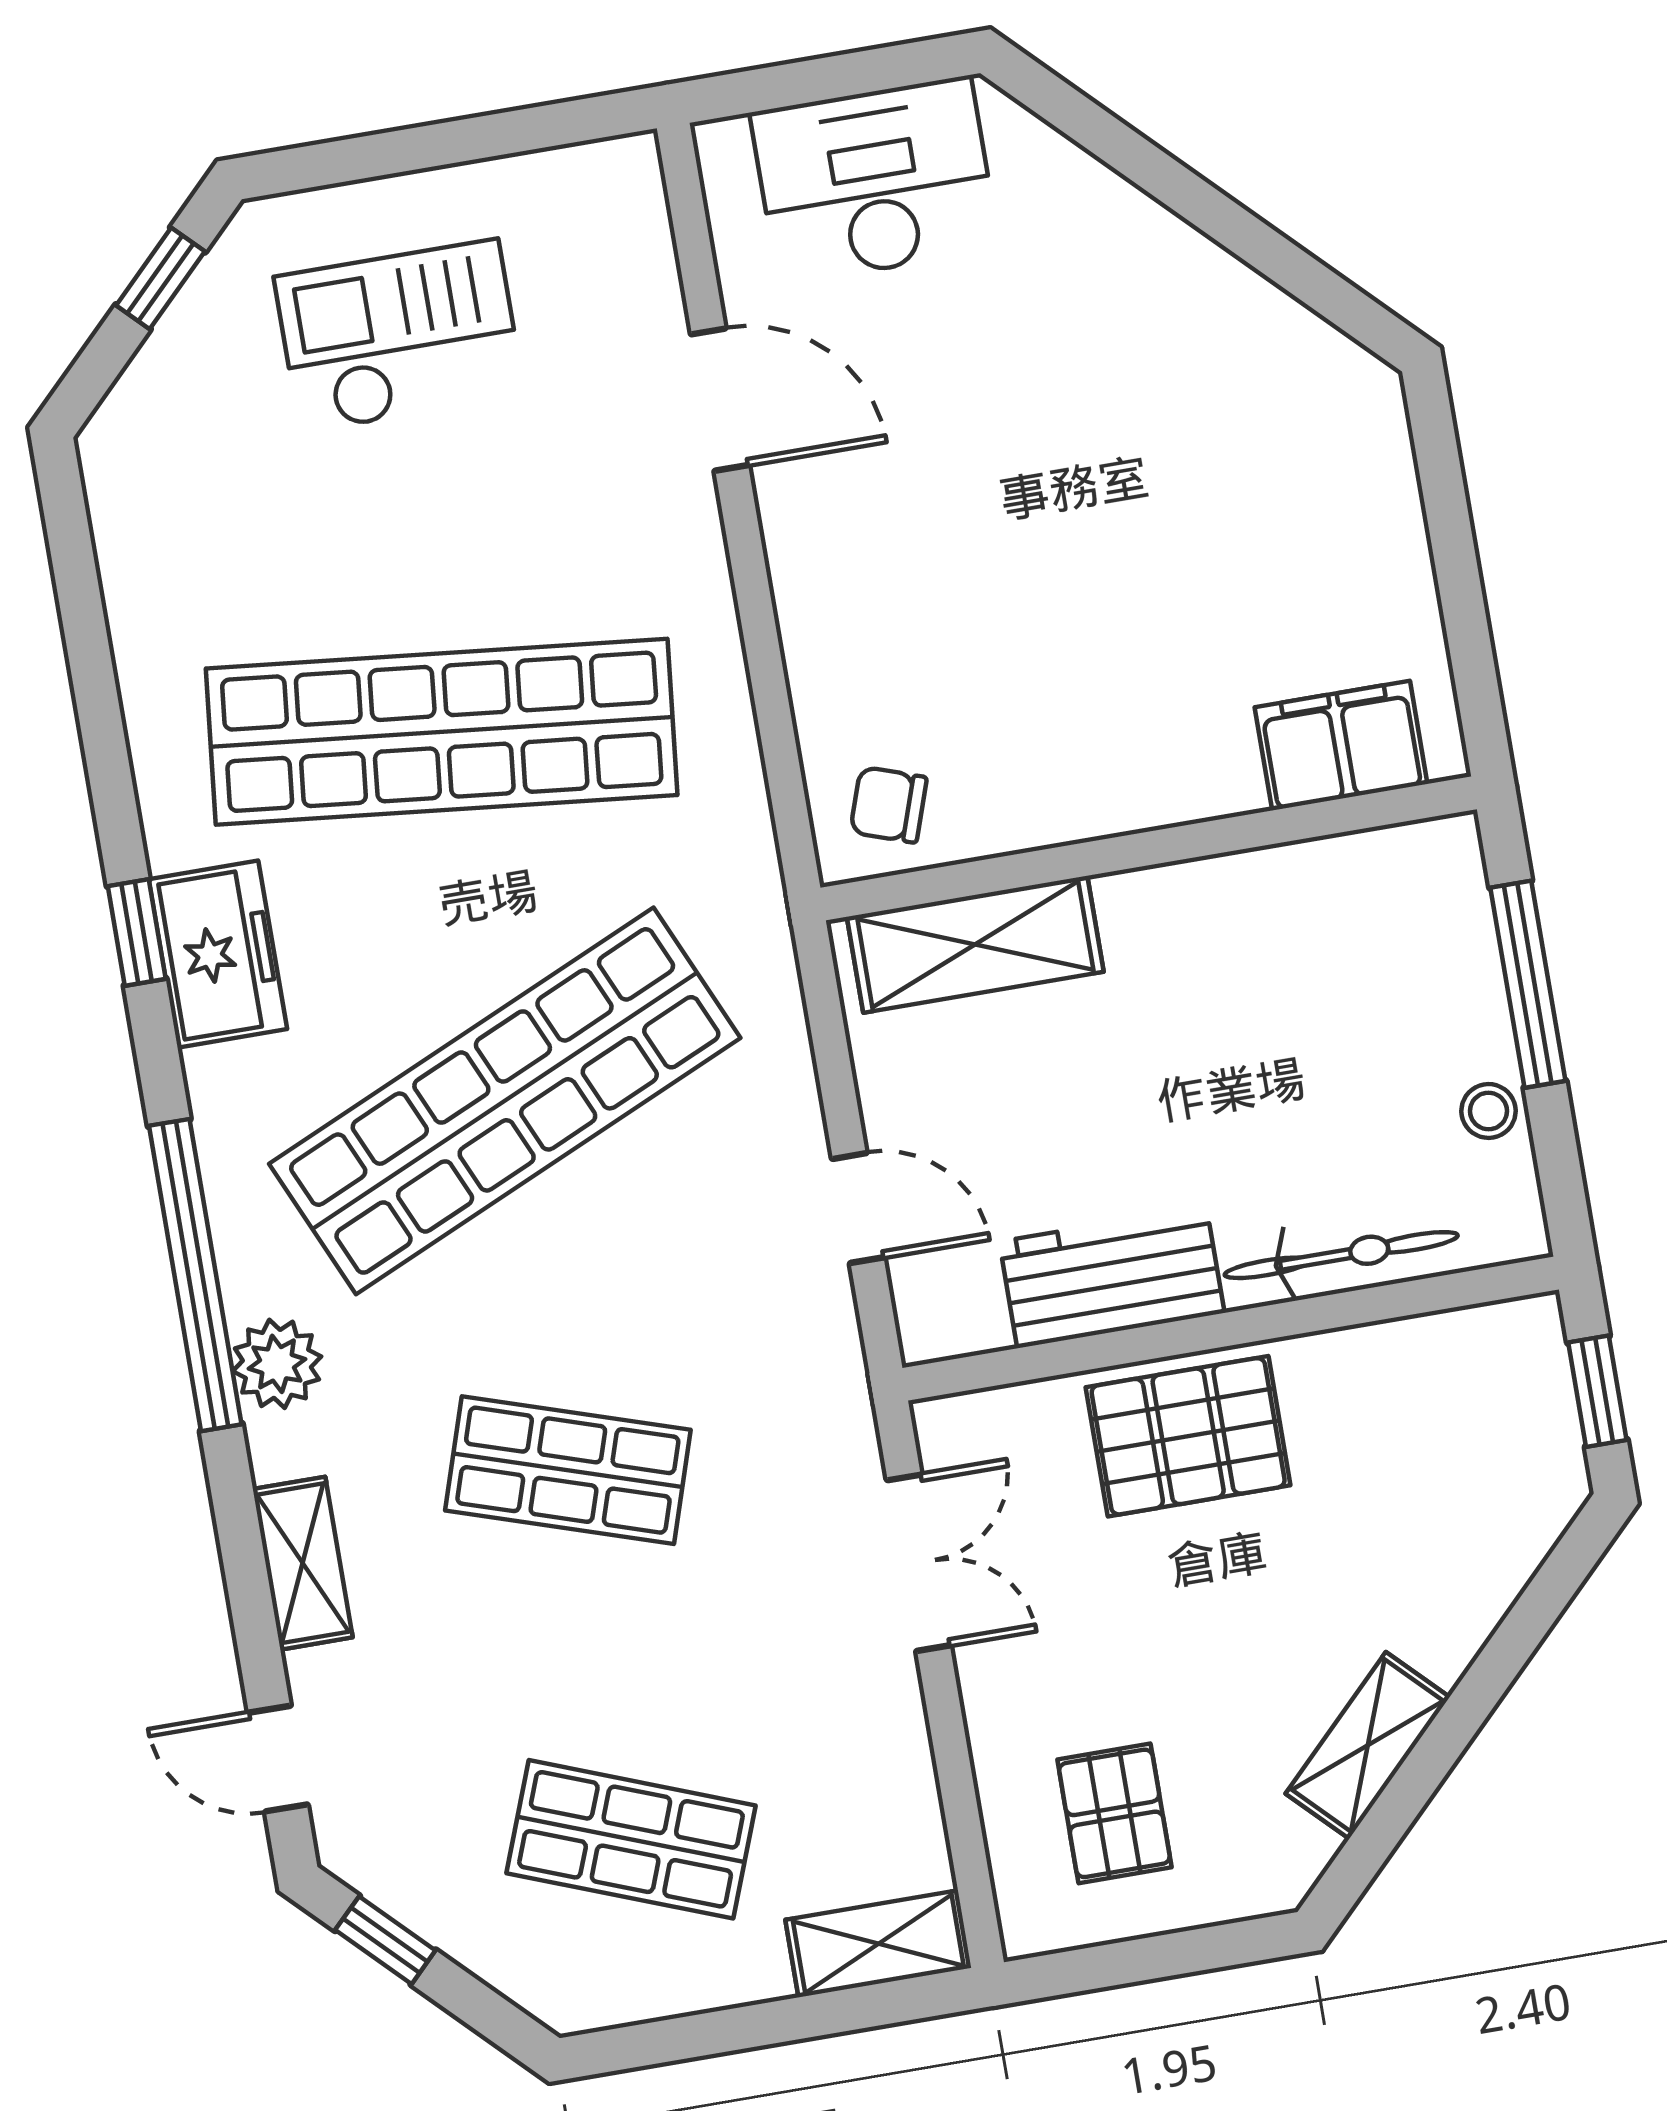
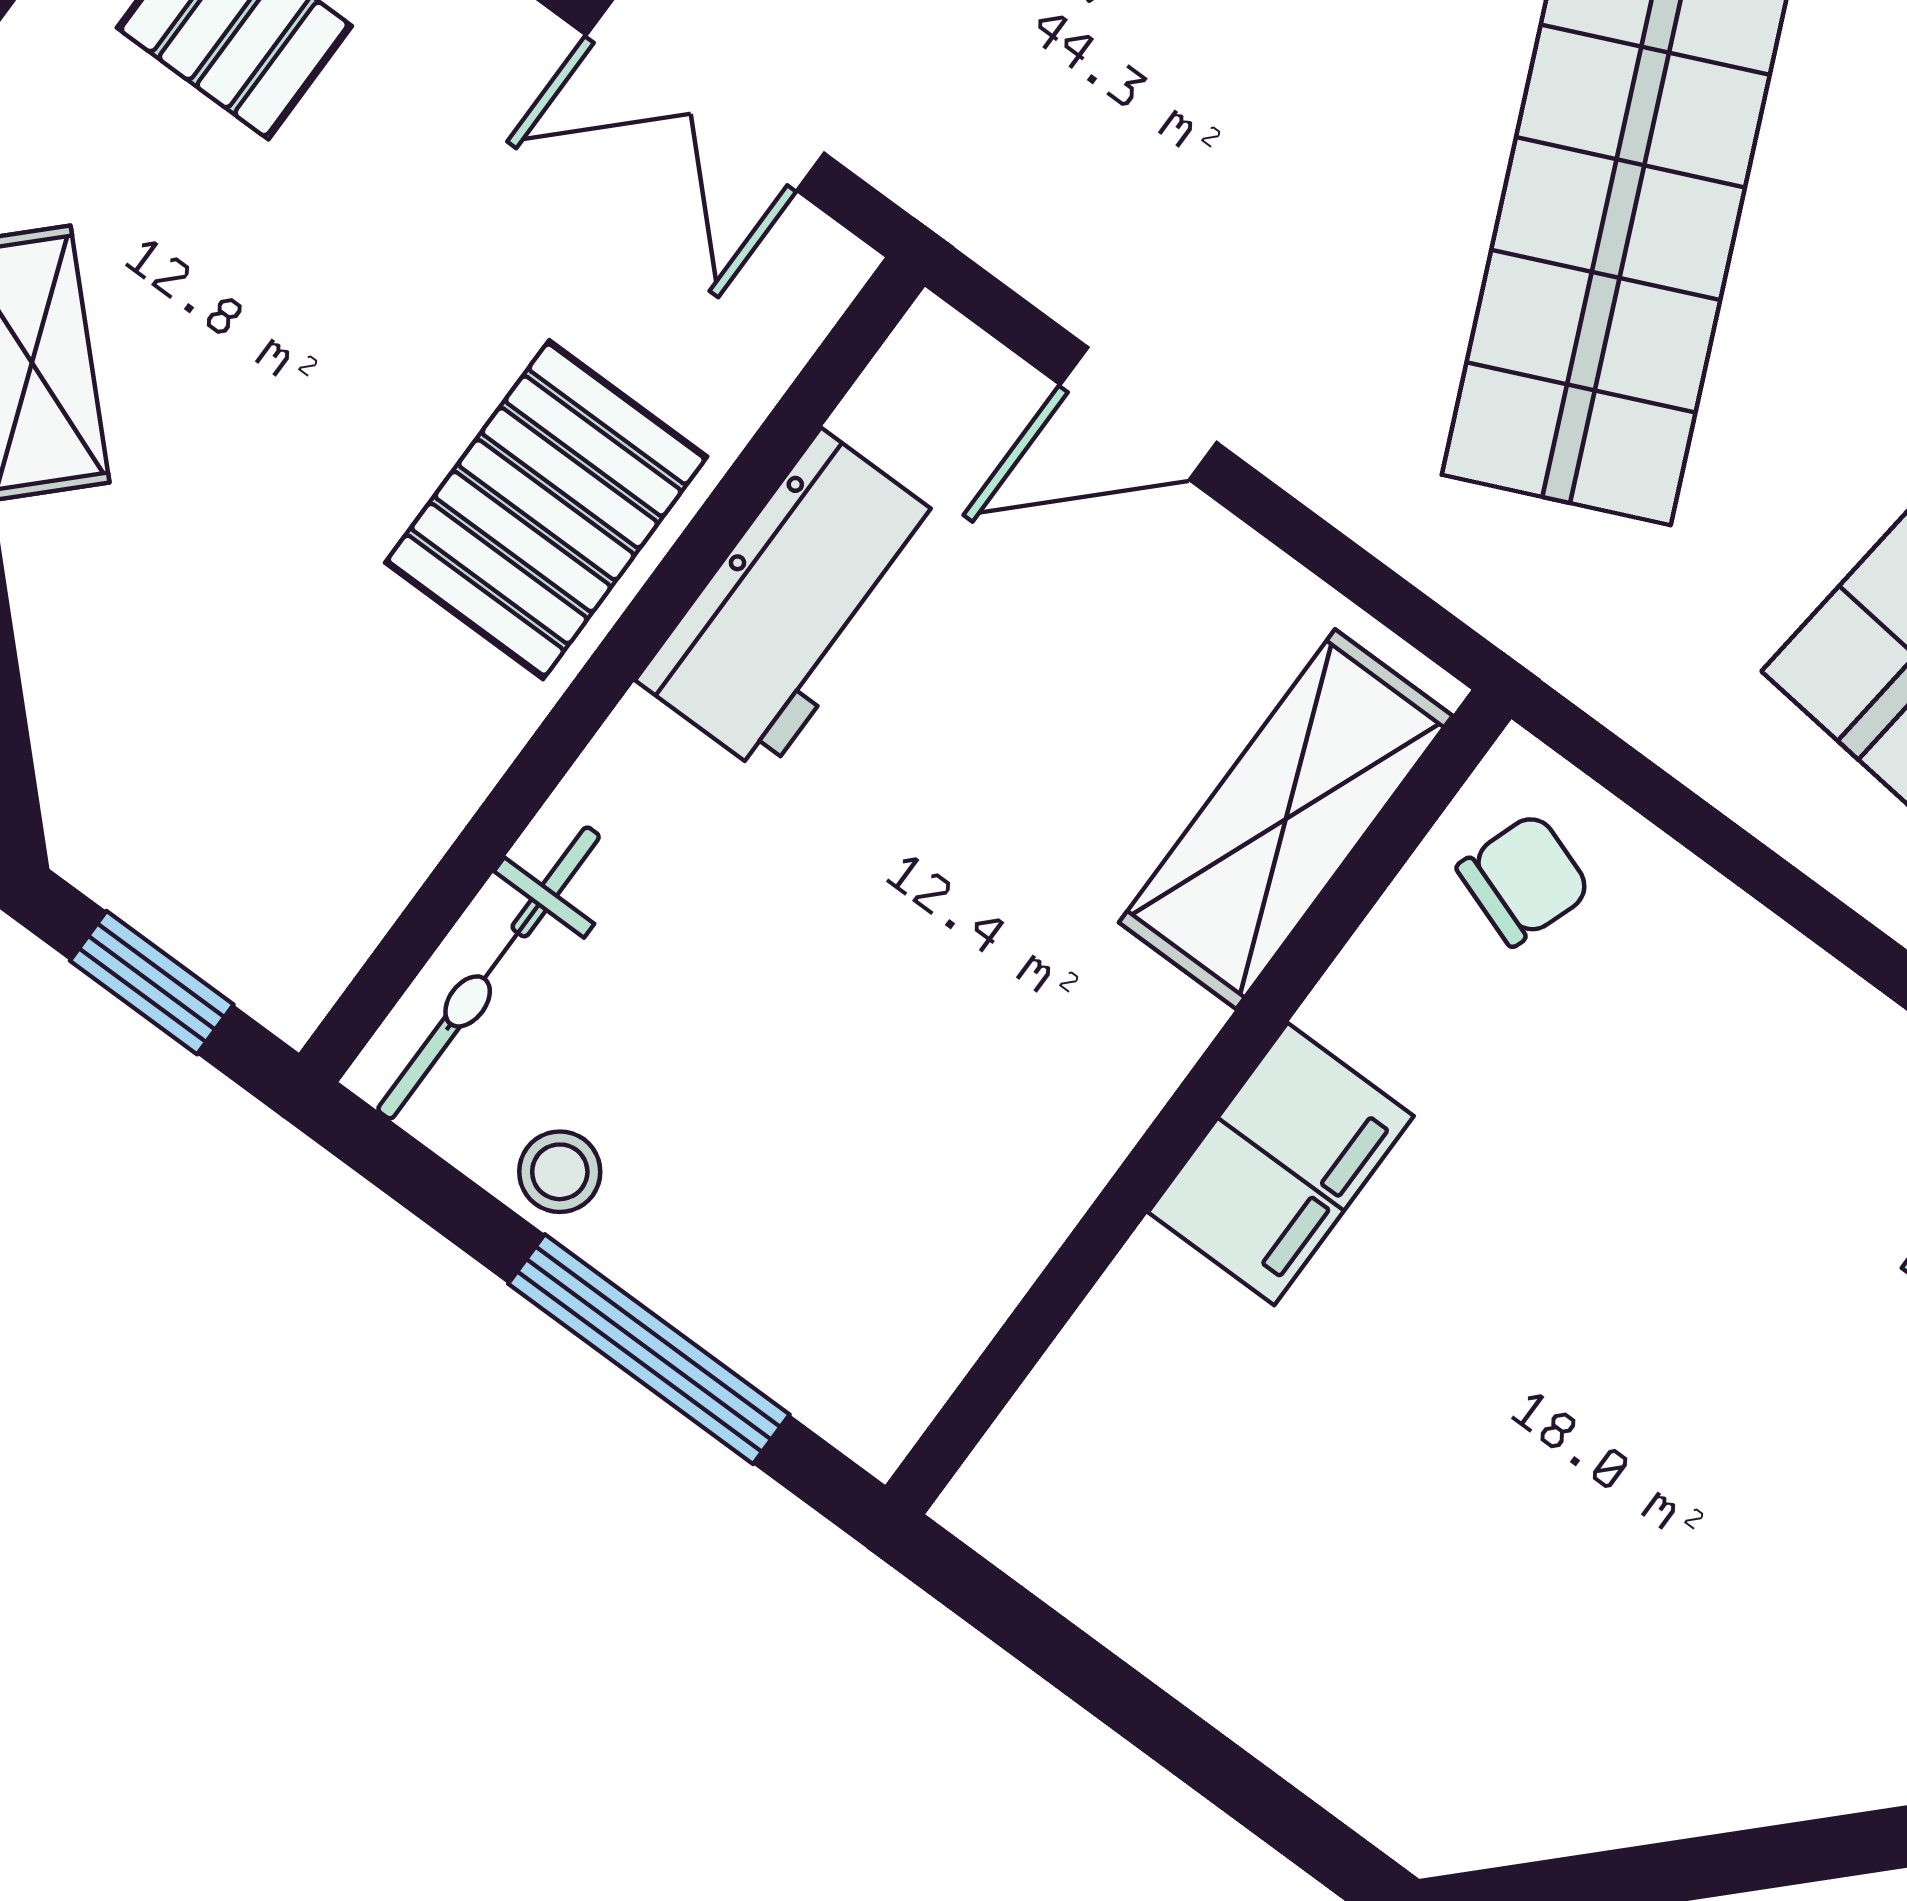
filing cabinet: (1341, 746) -> (1281, 1164), moved
bicycle: (1341, 1255) -> (489, 973), moved

